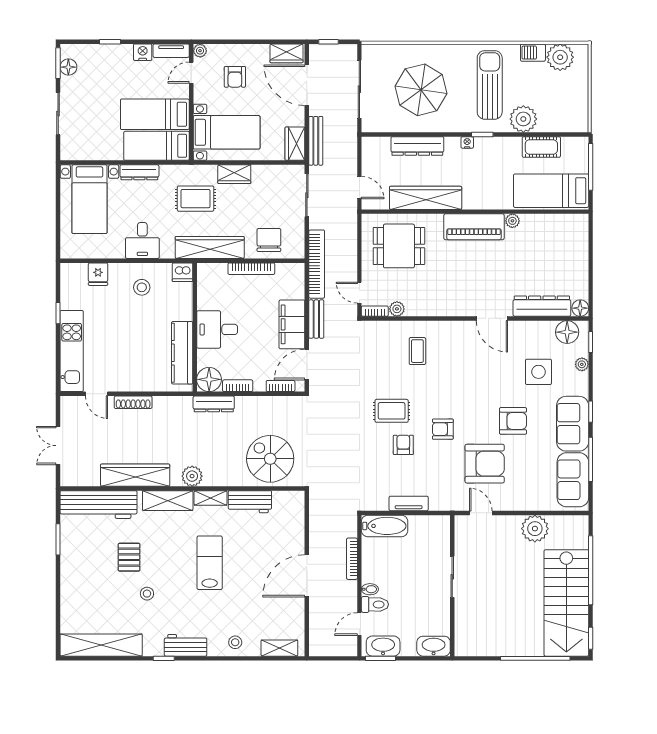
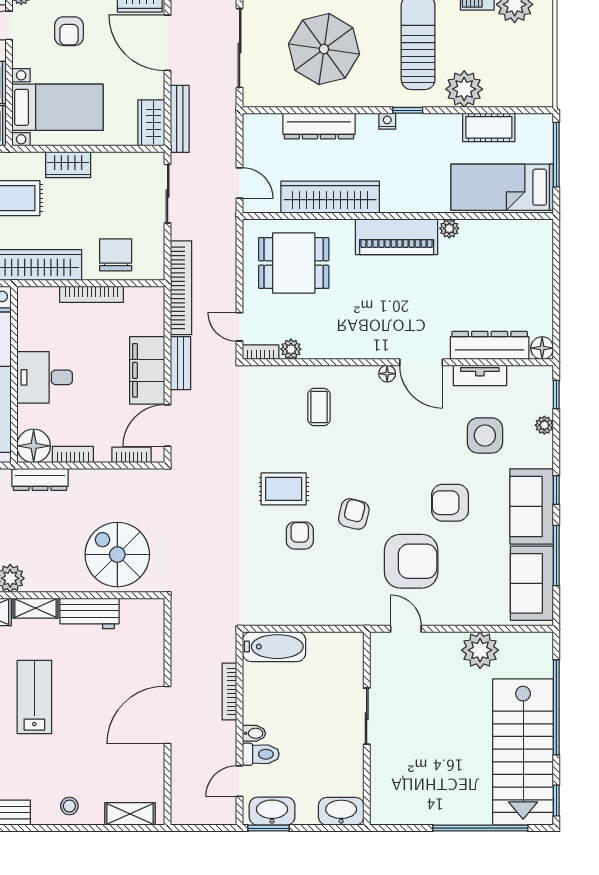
floor lamp: (567, 332) -> (387, 374), moved, width x0.53, depth x0.53
armchair: (513, 421) -> (450, 503), turned 180
armchair: (443, 429) -> (354, 514), turned 104
tv unit: (409, 503) -> (480, 375), moved, turned 180

